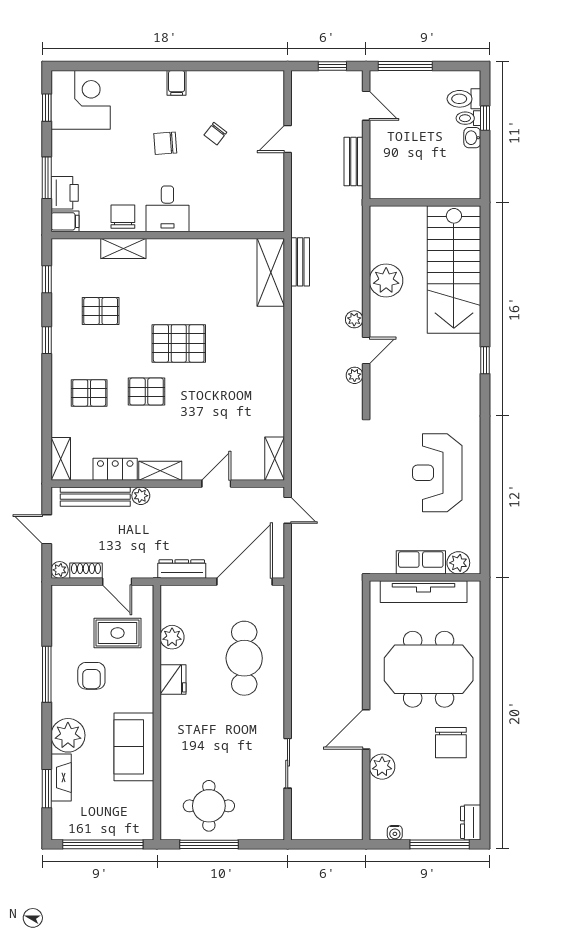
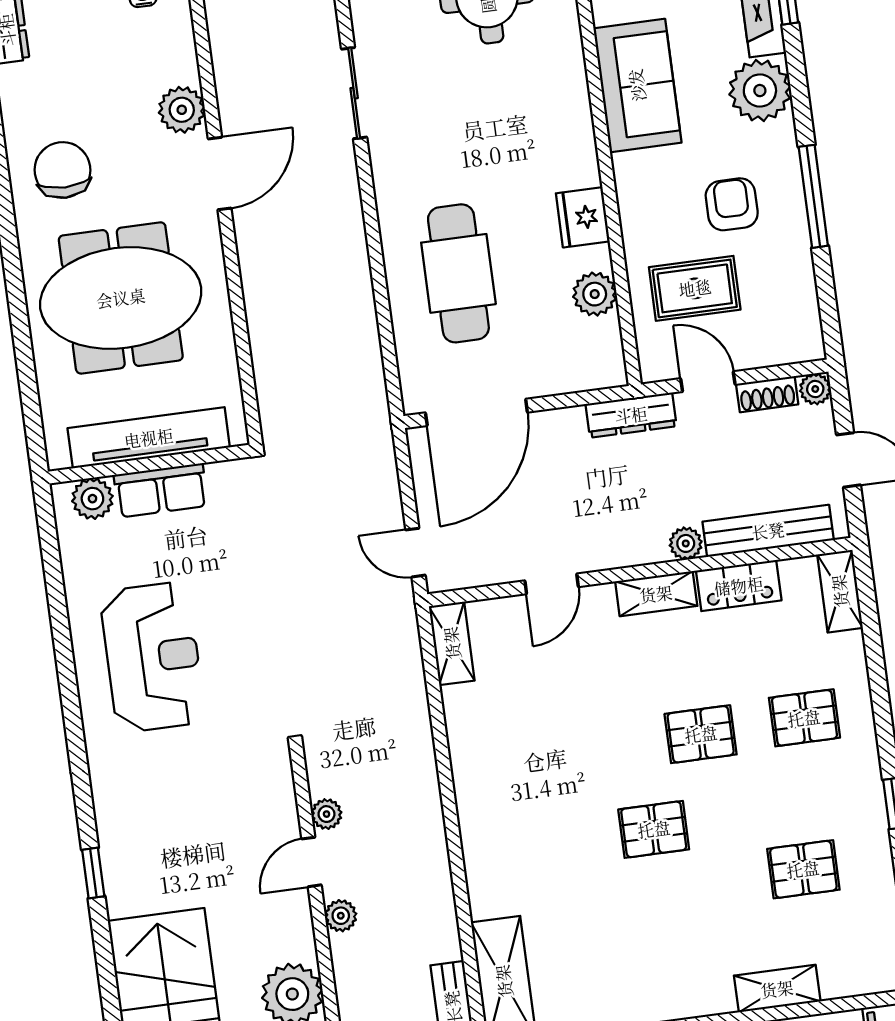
pallet: (179, 343) -> (654, 829), width x0.67, depth x0.71
dresser: (182, 569) -> (631, 415), moved

